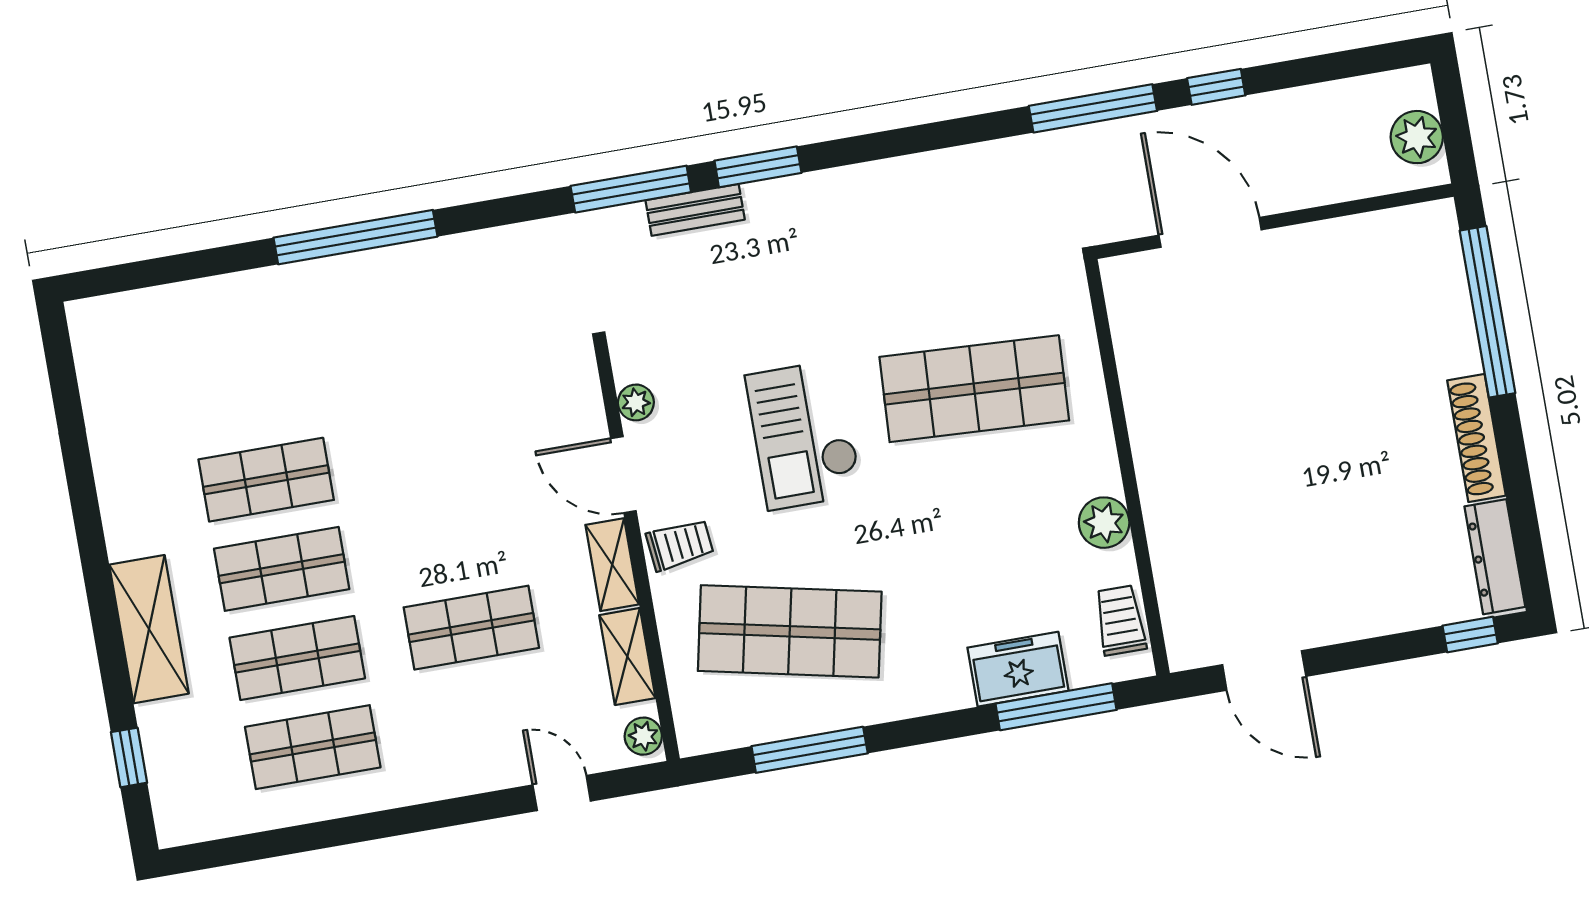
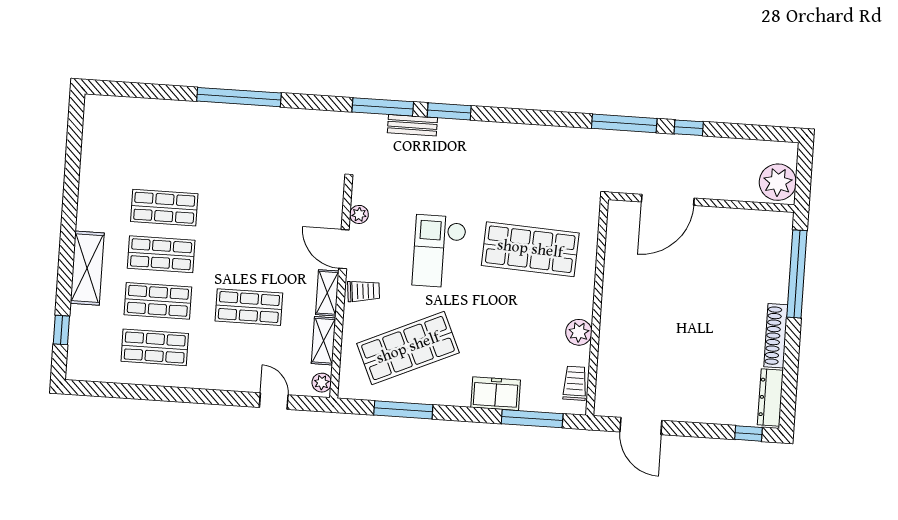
plant: (1417, 137) -> (778, 182), width x1.36, depth x1.36
door: (1210, 232) -> (668, 200), swing flipped
shop shelf: (790, 631) -> (408, 348), turned -36
freezer: (1018, 669) -> (496, 394), moved

